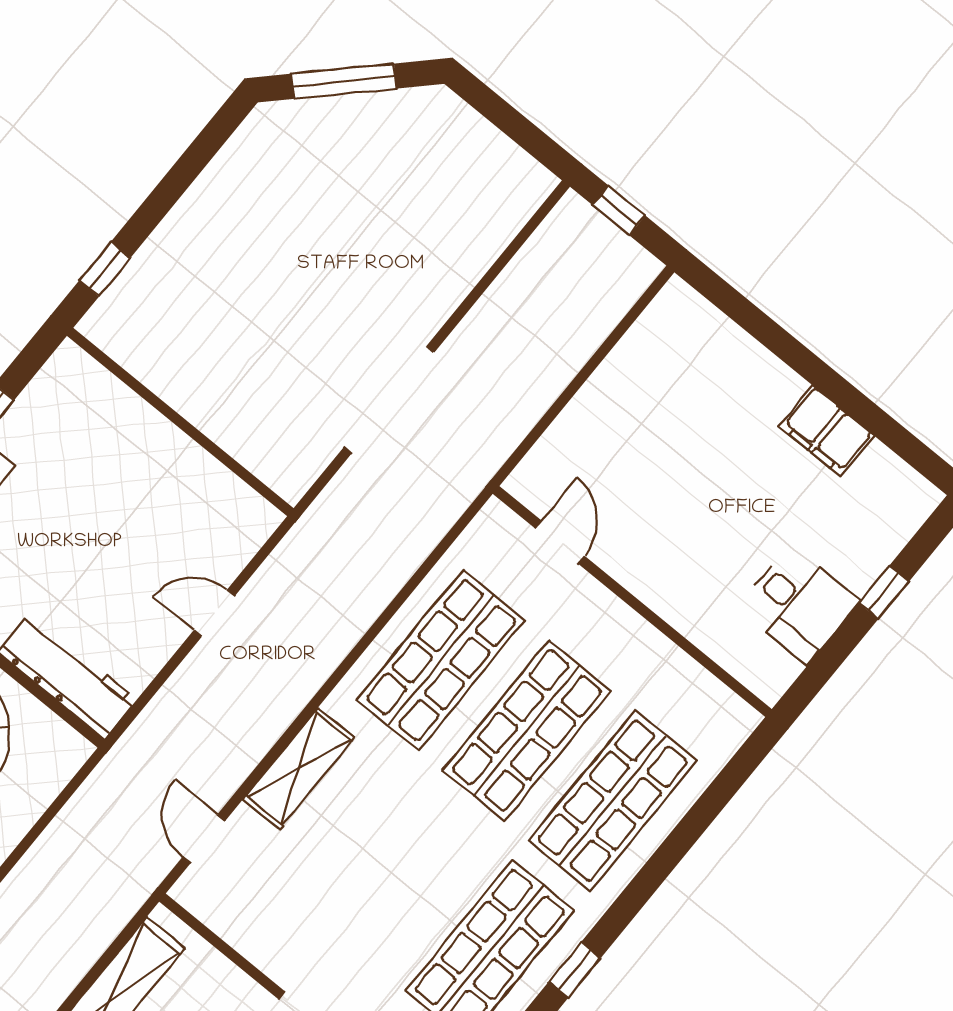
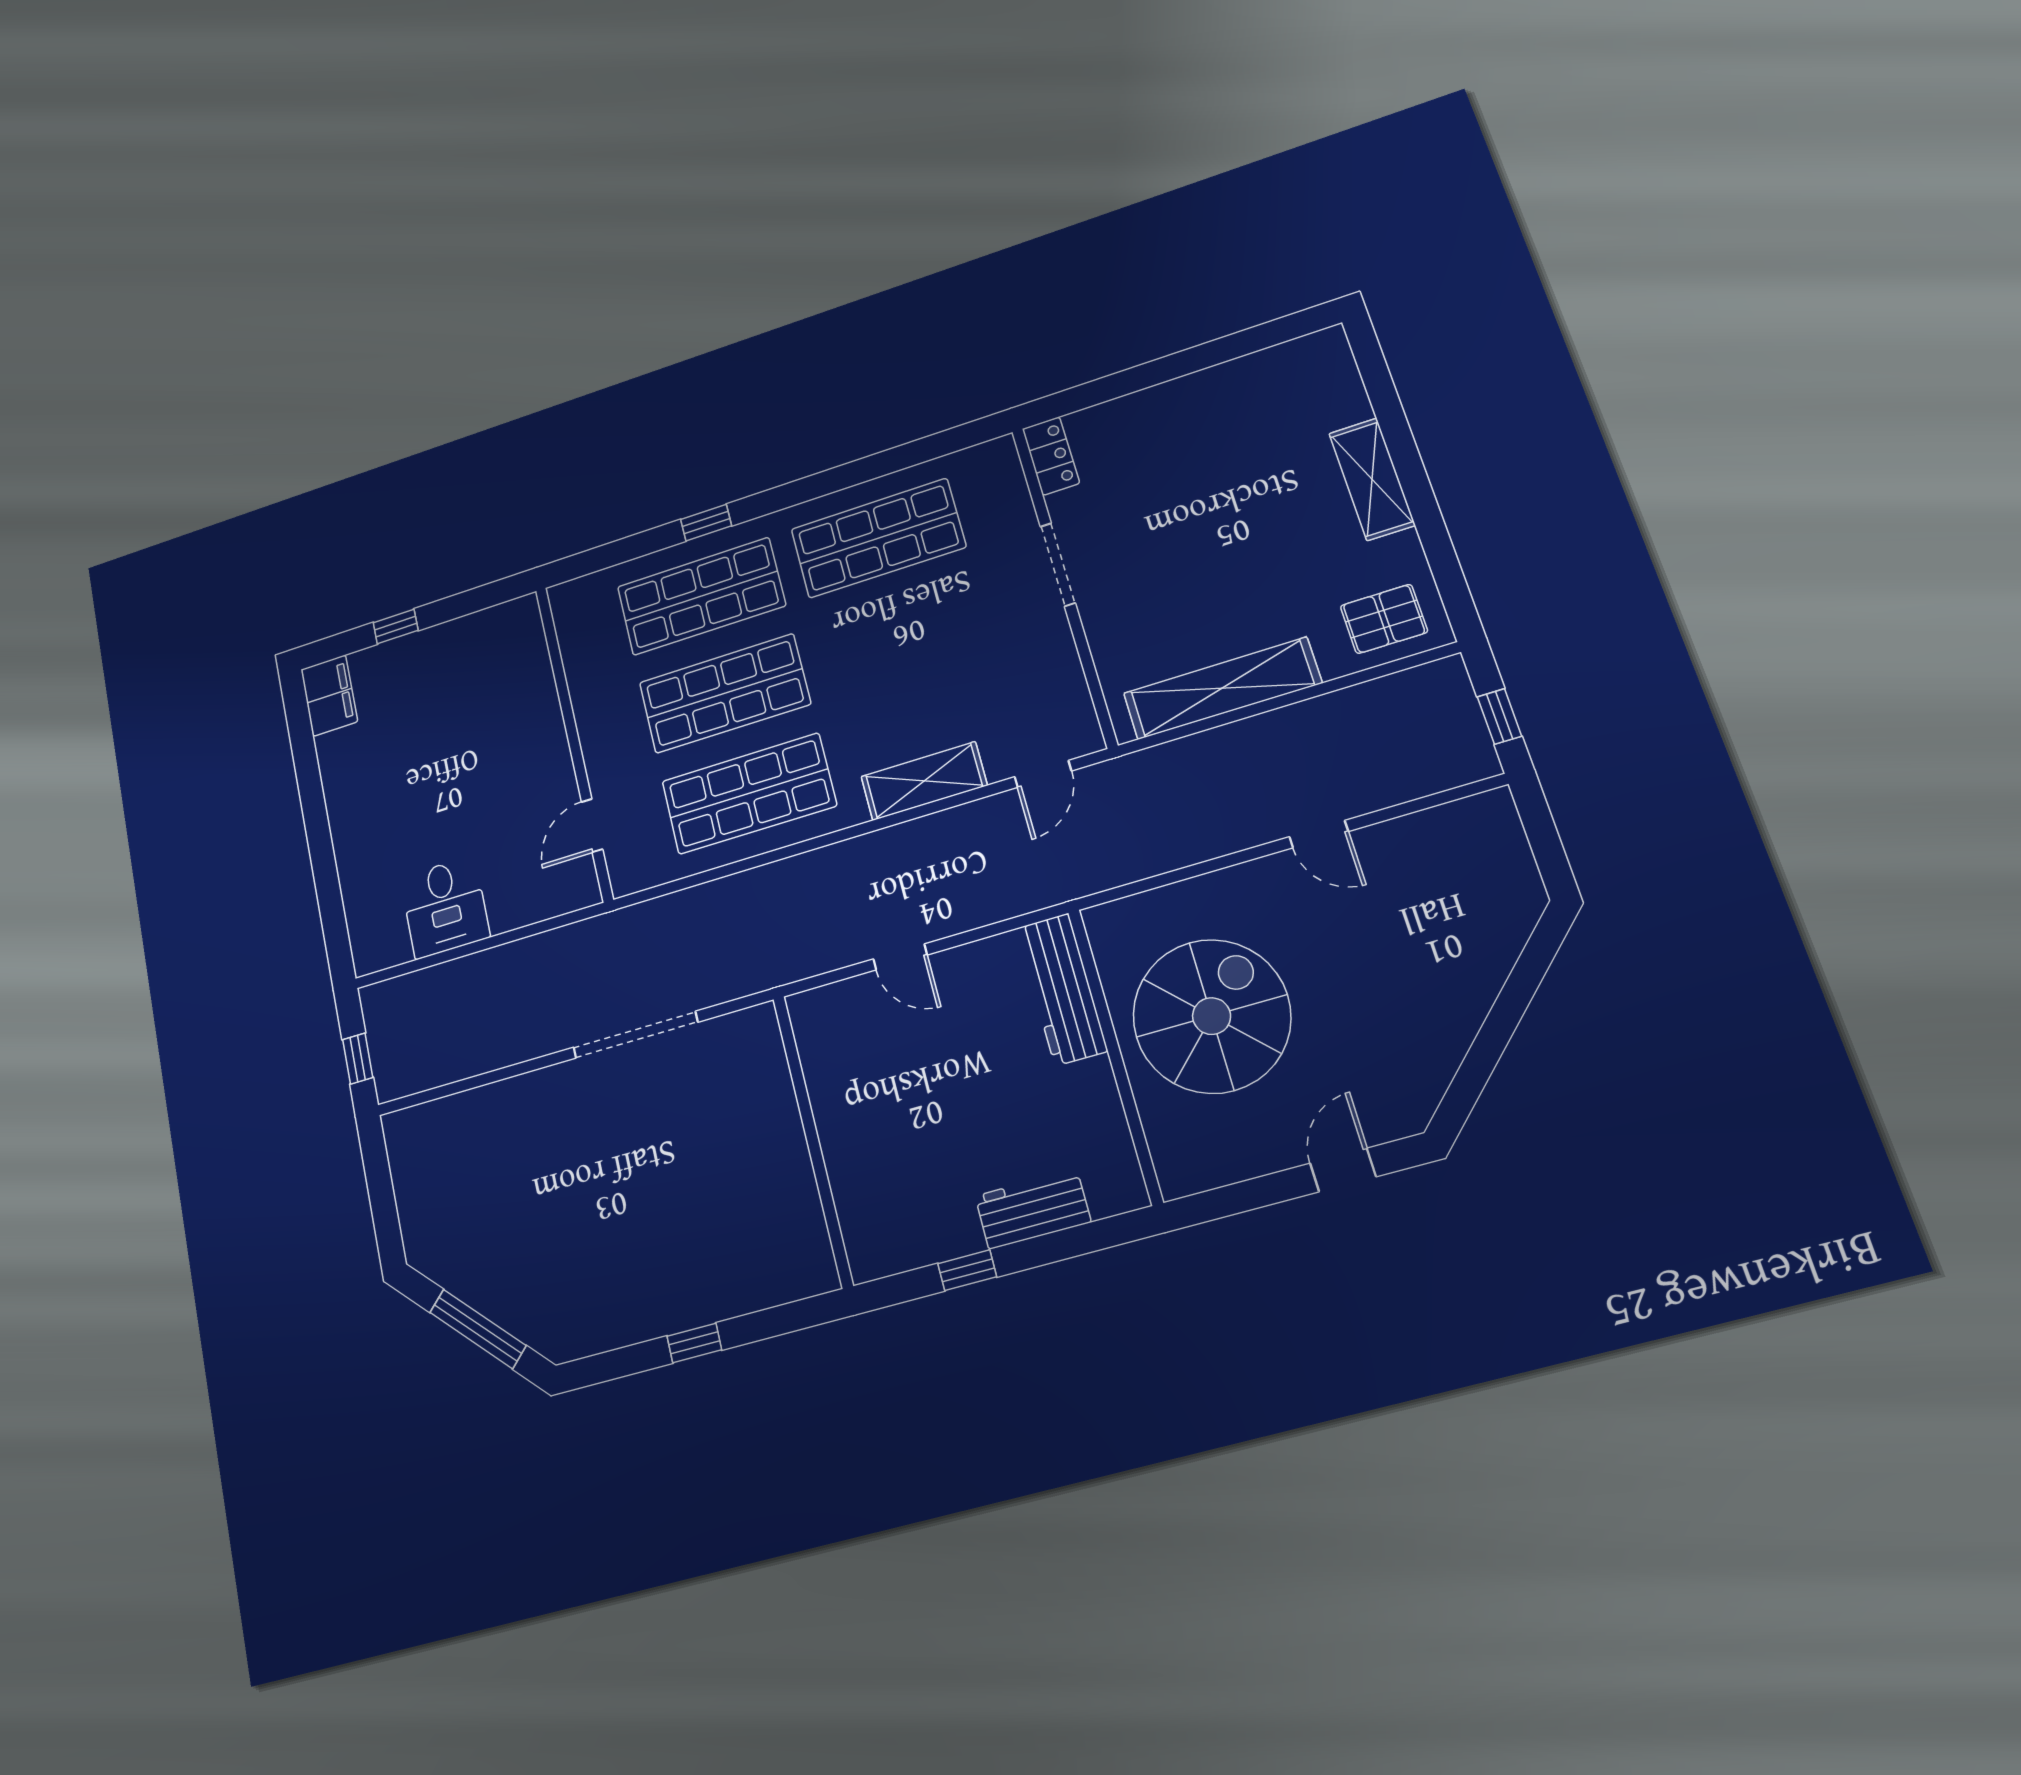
window: (105, 269) -> (694, 1343), moved
filing cabinet: (827, 431) -> (329, 695), moved
desk: (799, 605) -> (445, 907), moved, turned 180
window: (575, 970) -> (706, 523), moved

